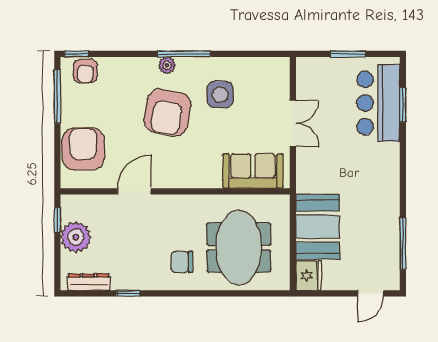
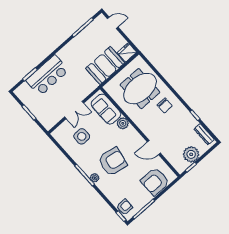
side table: (220, 94) -> (82, 136), moved
bar counter: (378, 103) -> (47, 75), moved
double door: (293, 123) -> (74, 110), swing flipped
plant: (210, 177) -> (123, 123), added

